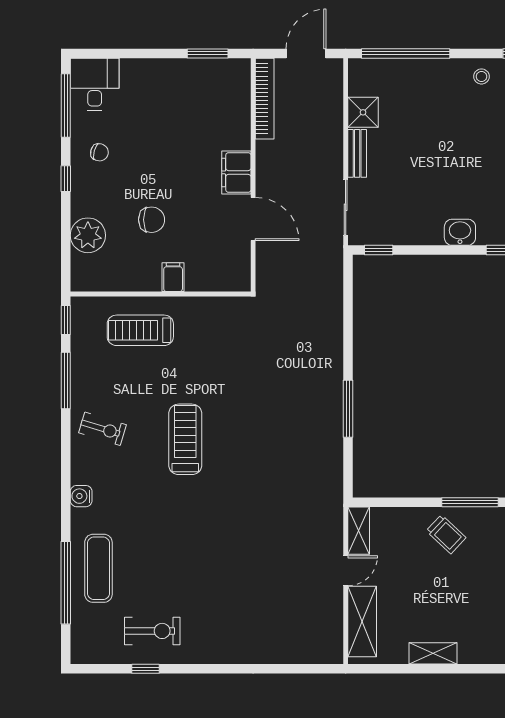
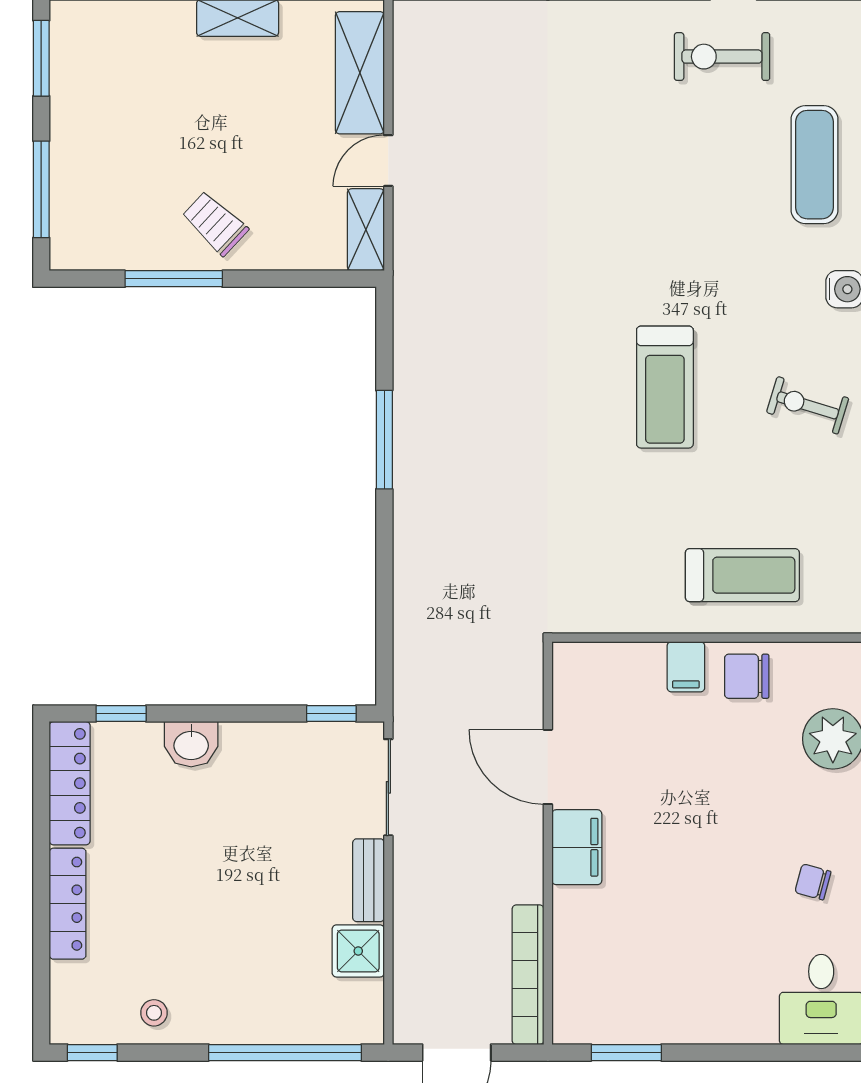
chair: (152, 220) -> (747, 676), moved

